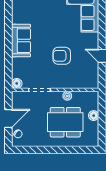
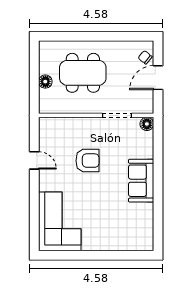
plant: (67, 96) -> (80, 108), removed

